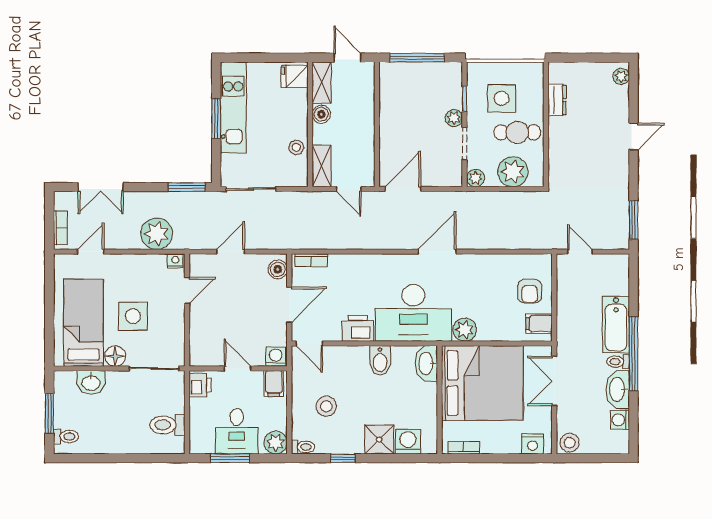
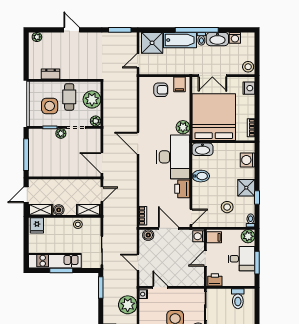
shower: (611, 276) -> (152, 43), added
shower: (379, 439) -> (246, 188), moved

